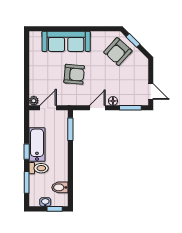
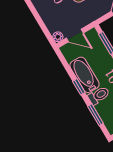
door: (48, 108) -> (75, 35), swing flipped

